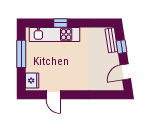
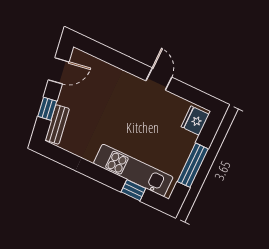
window: (61, 23) -> (133, 190), moved
door: (53, 95) -> (159, 79), moved

